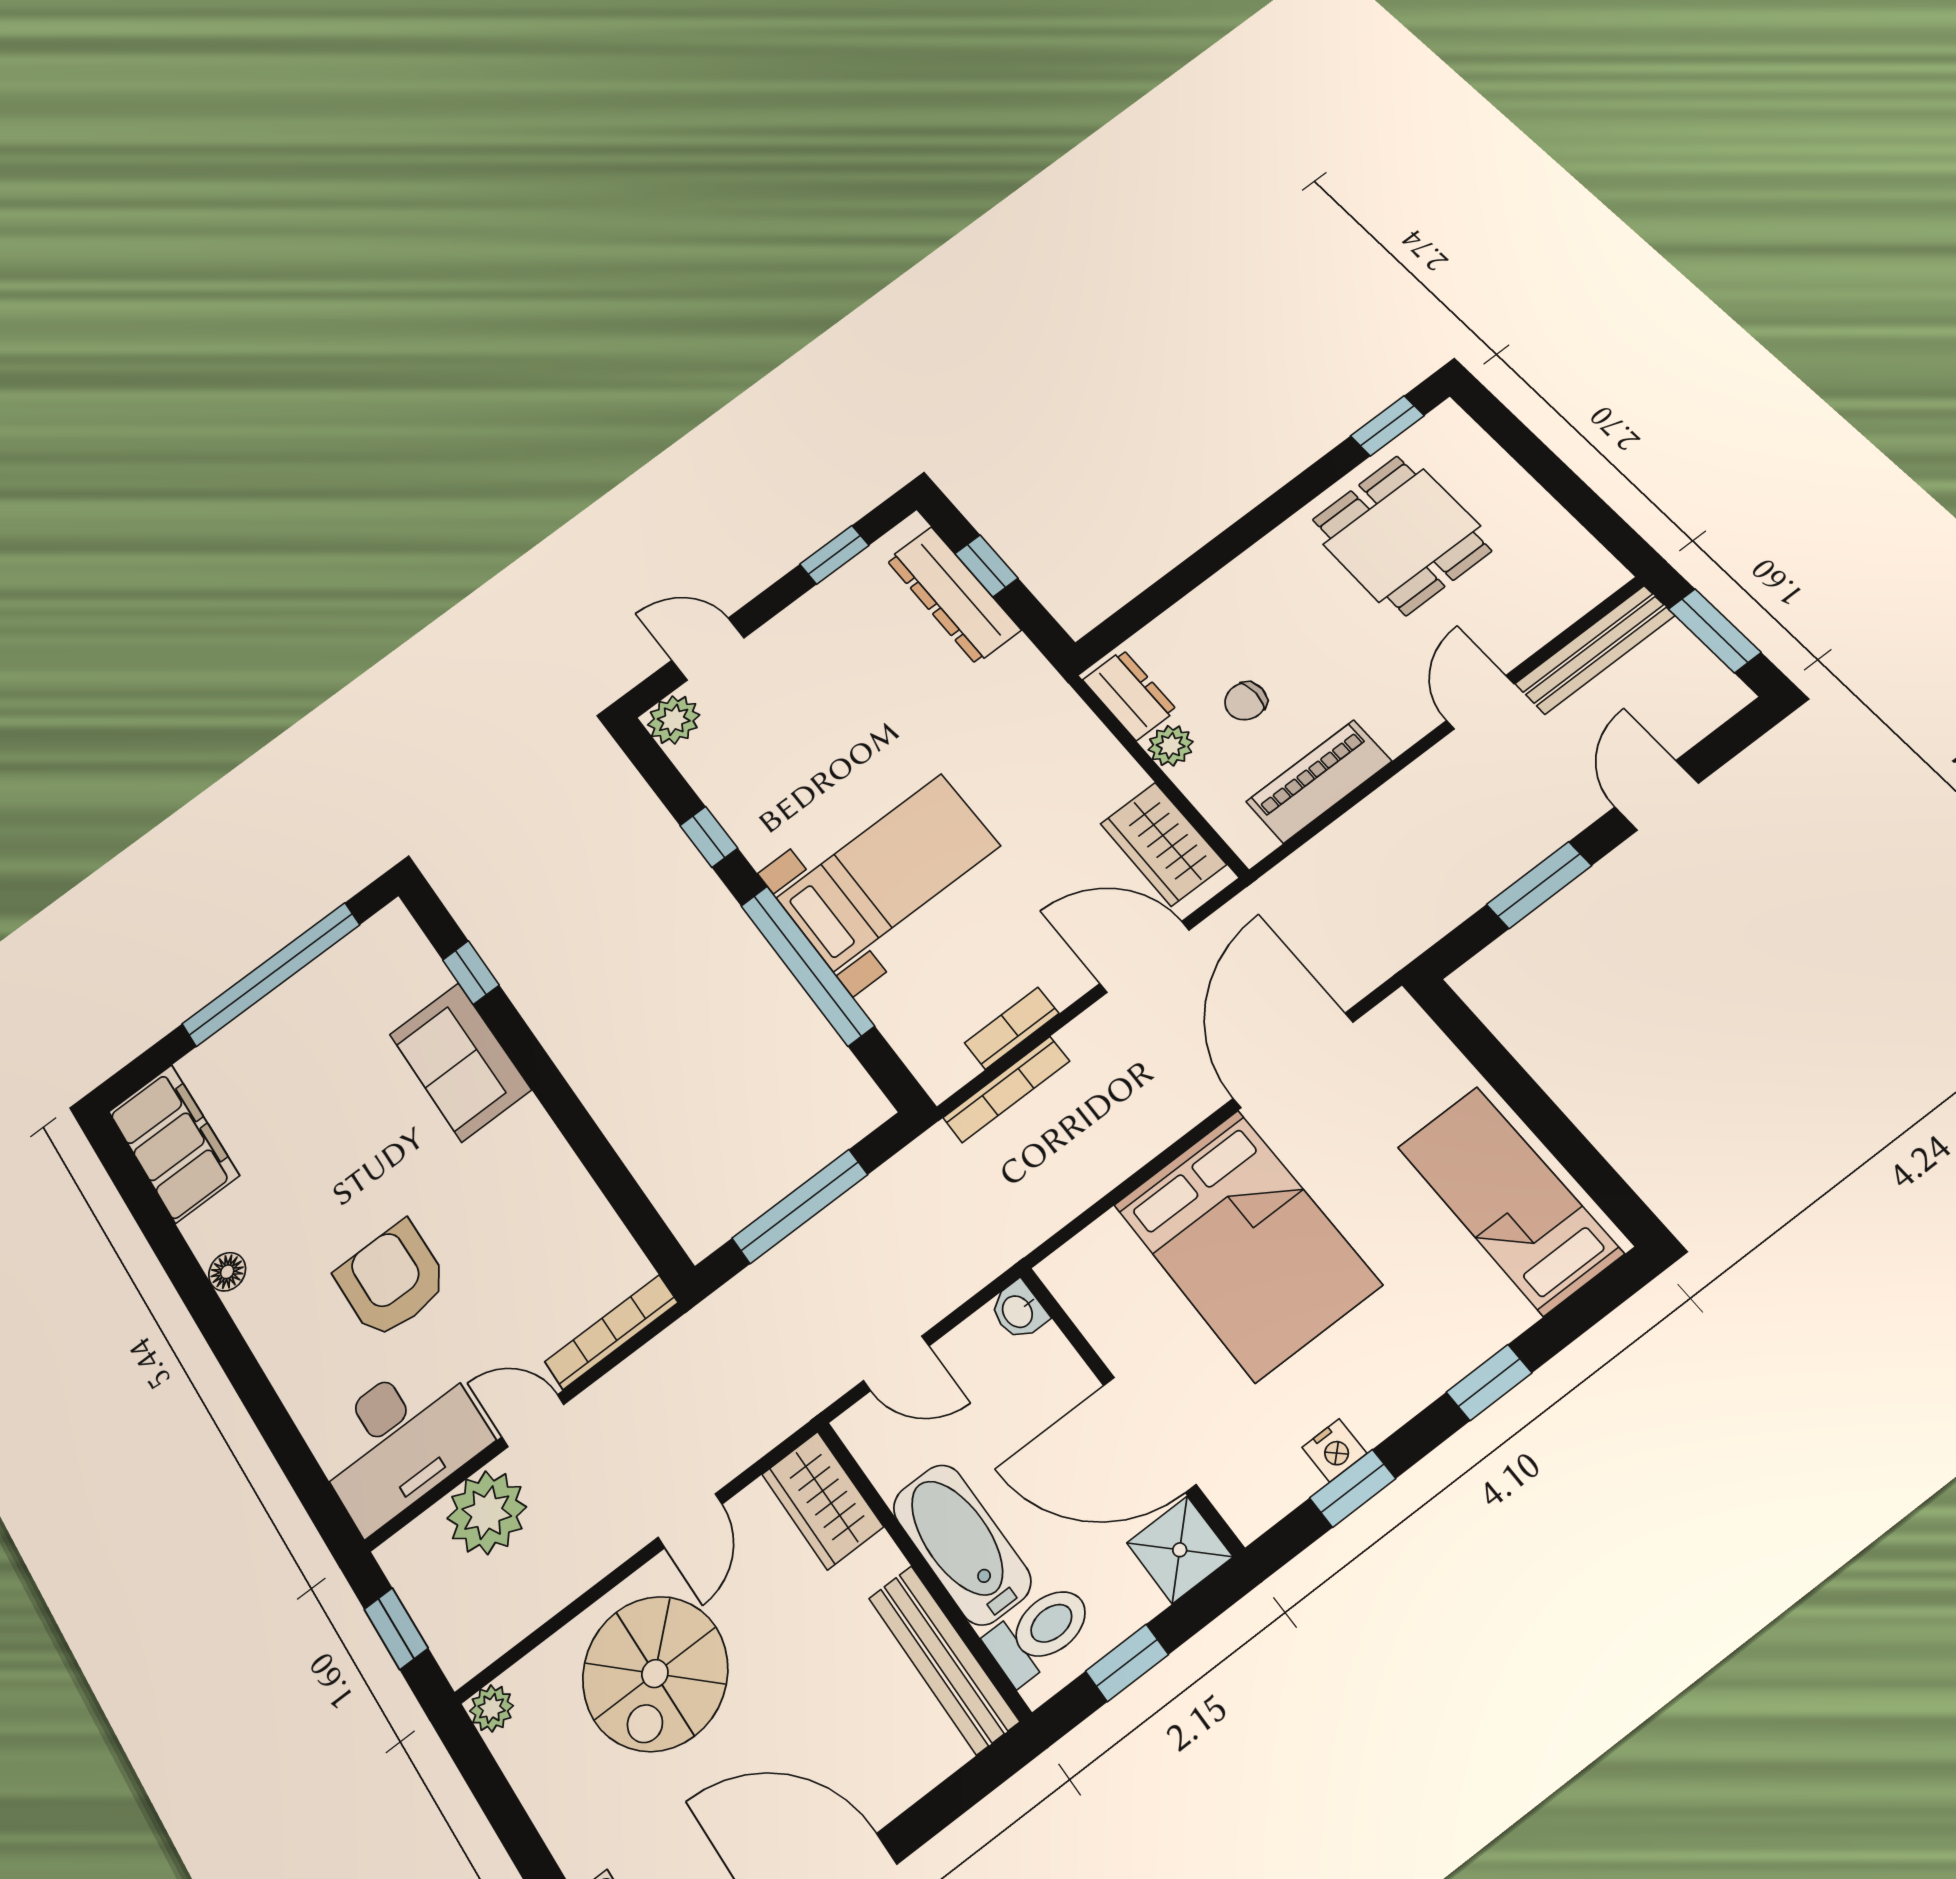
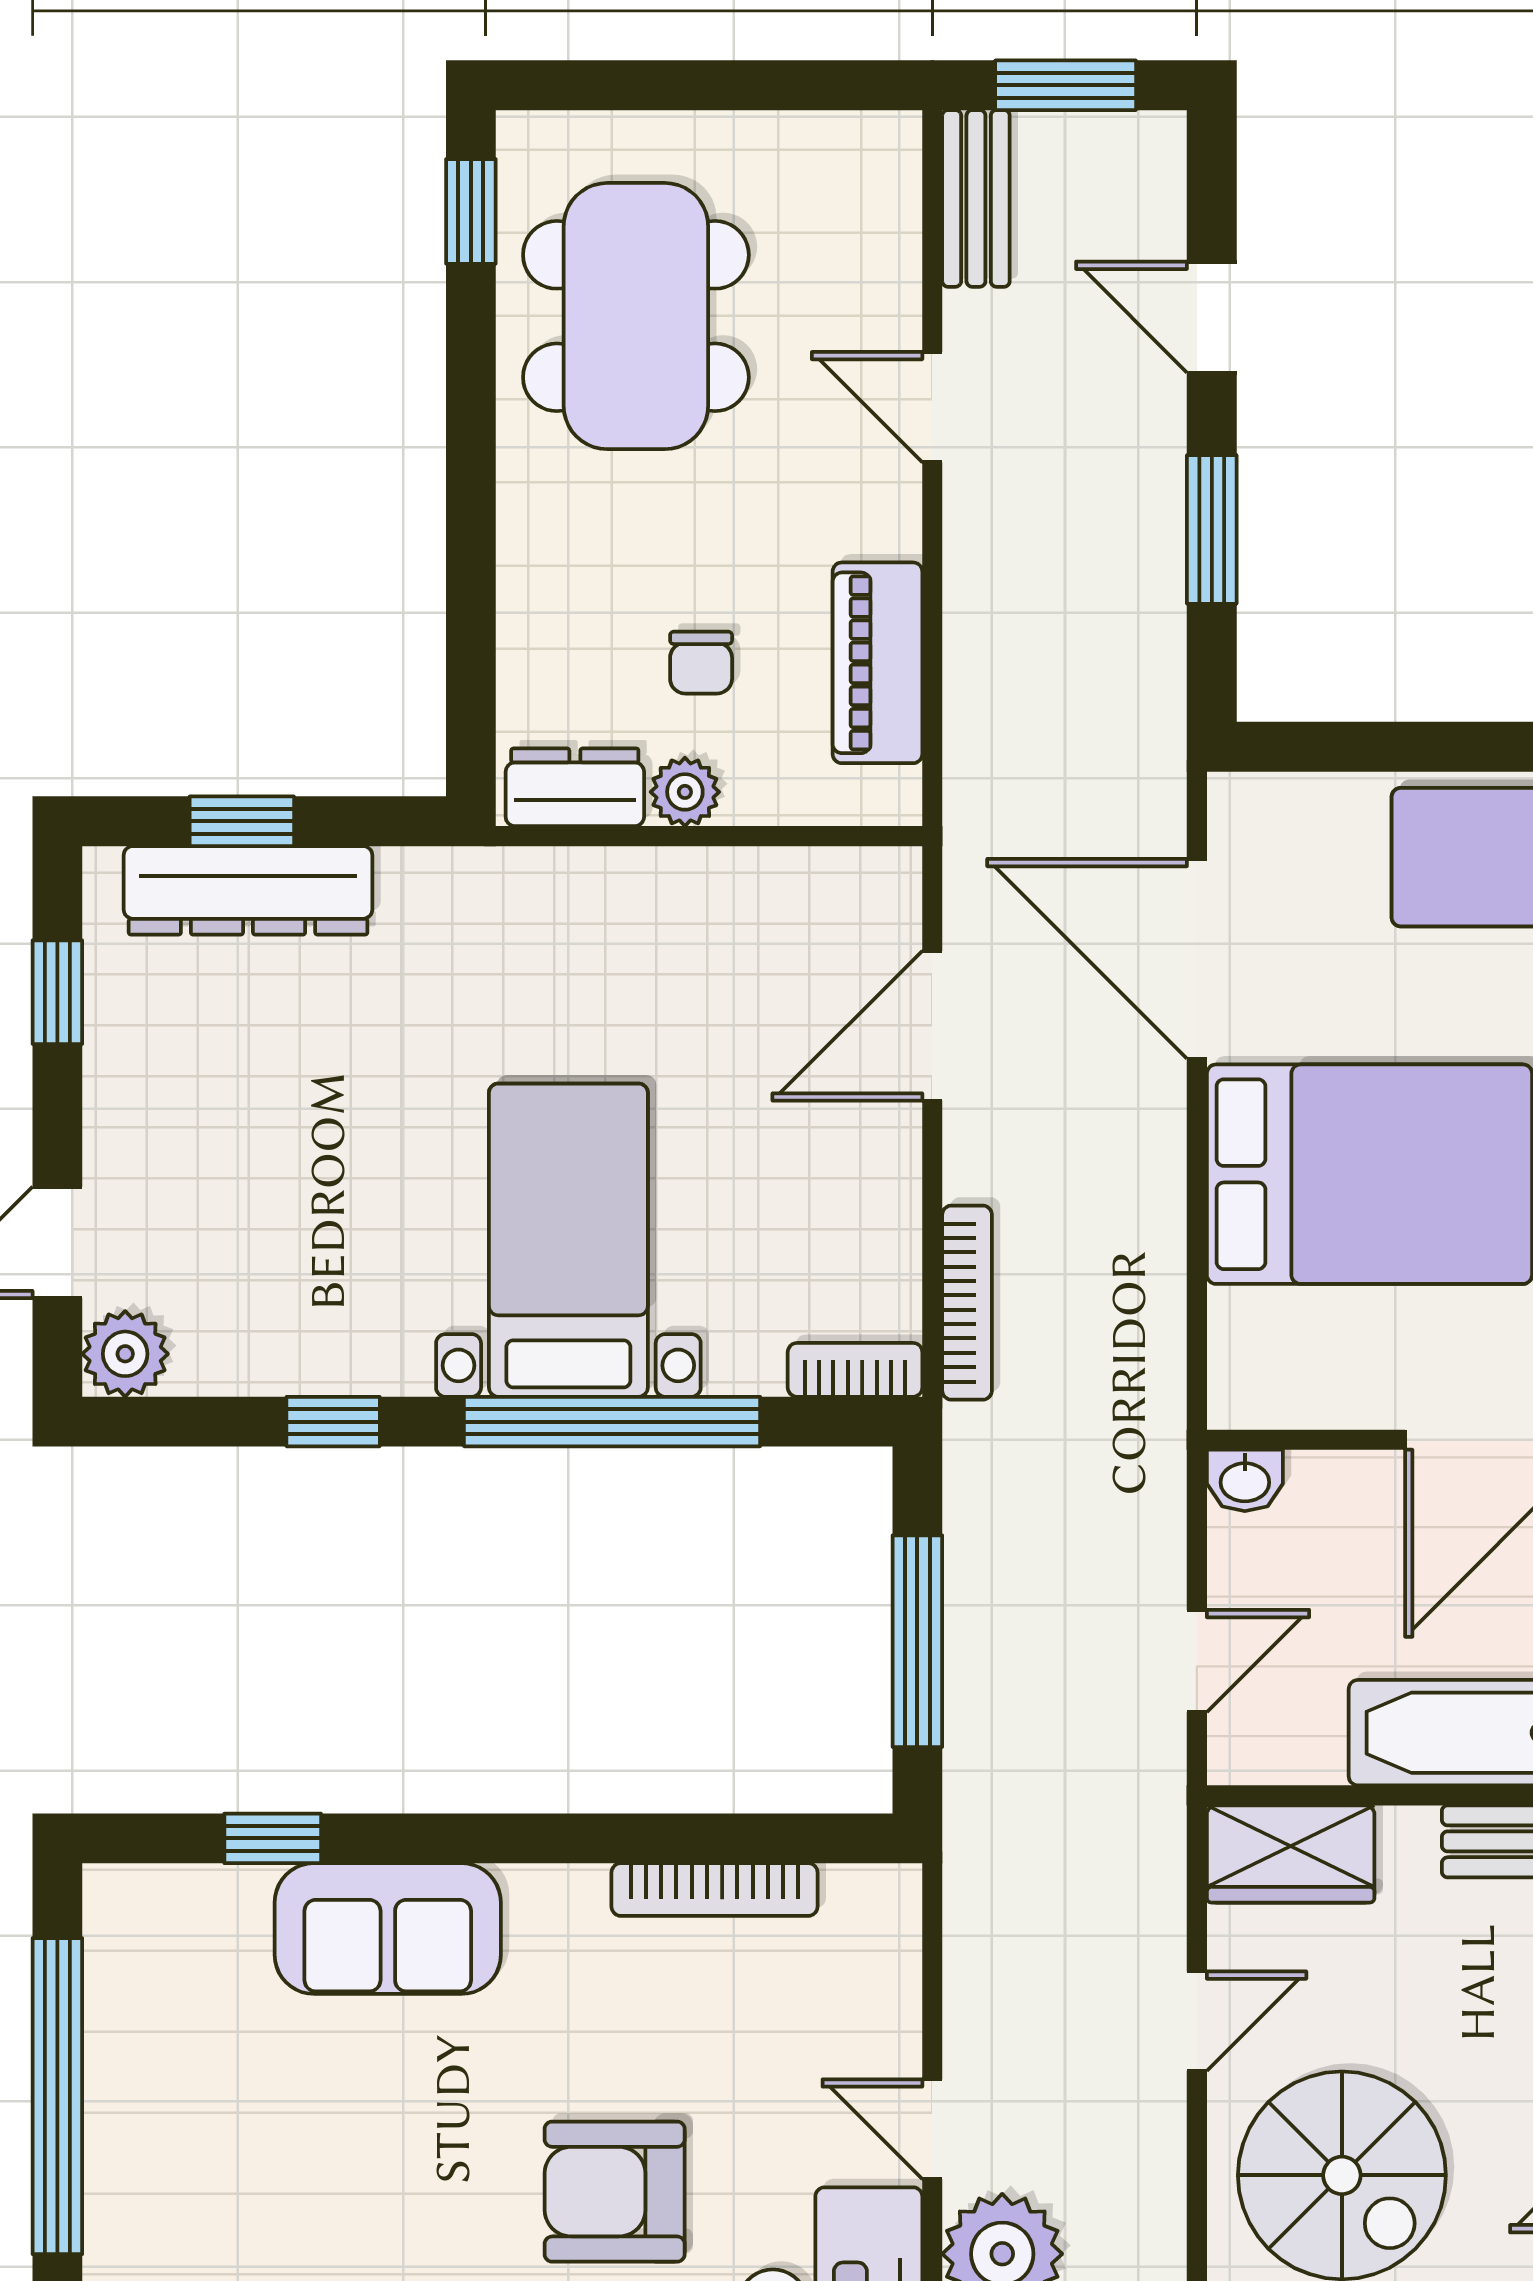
dining table: (1401, 535) -> (636, 316), width x1.38
bench: (1595, 650) -> (976, 198), width x0.73
wardrobe: (1163, 844) -> (806, 897), removed
bookcase: (1012, 1028) -> (855, 1370), moved, turned 90
bookcase: (611, 1332) -> (715, 1890), moved, turned -90
door: (533, 1421) -> (932, 2129), hinge flipped
door: (690, 1521) -> (1197, 2021), hinge flipped

